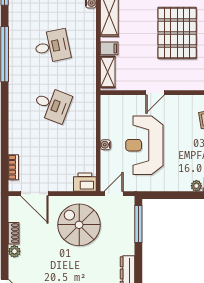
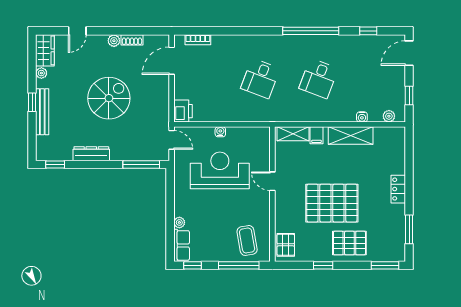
desk: (52, 46) -> (319, 78), turned 33
spiral stairs: (79, 225) -> (109, 98), moved

